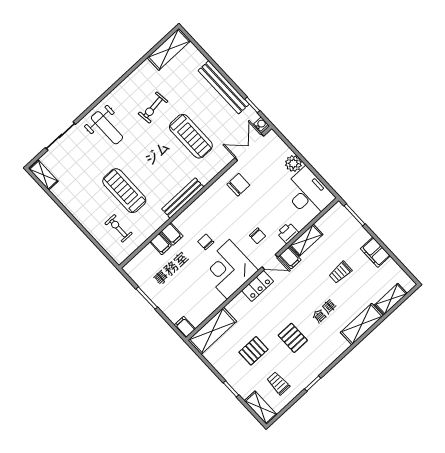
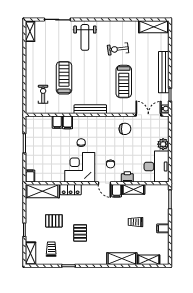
filing cabinet: (375, 252) -> (163, 228), width x0.50
locker: (258, 286) -> (71, 190), moved

